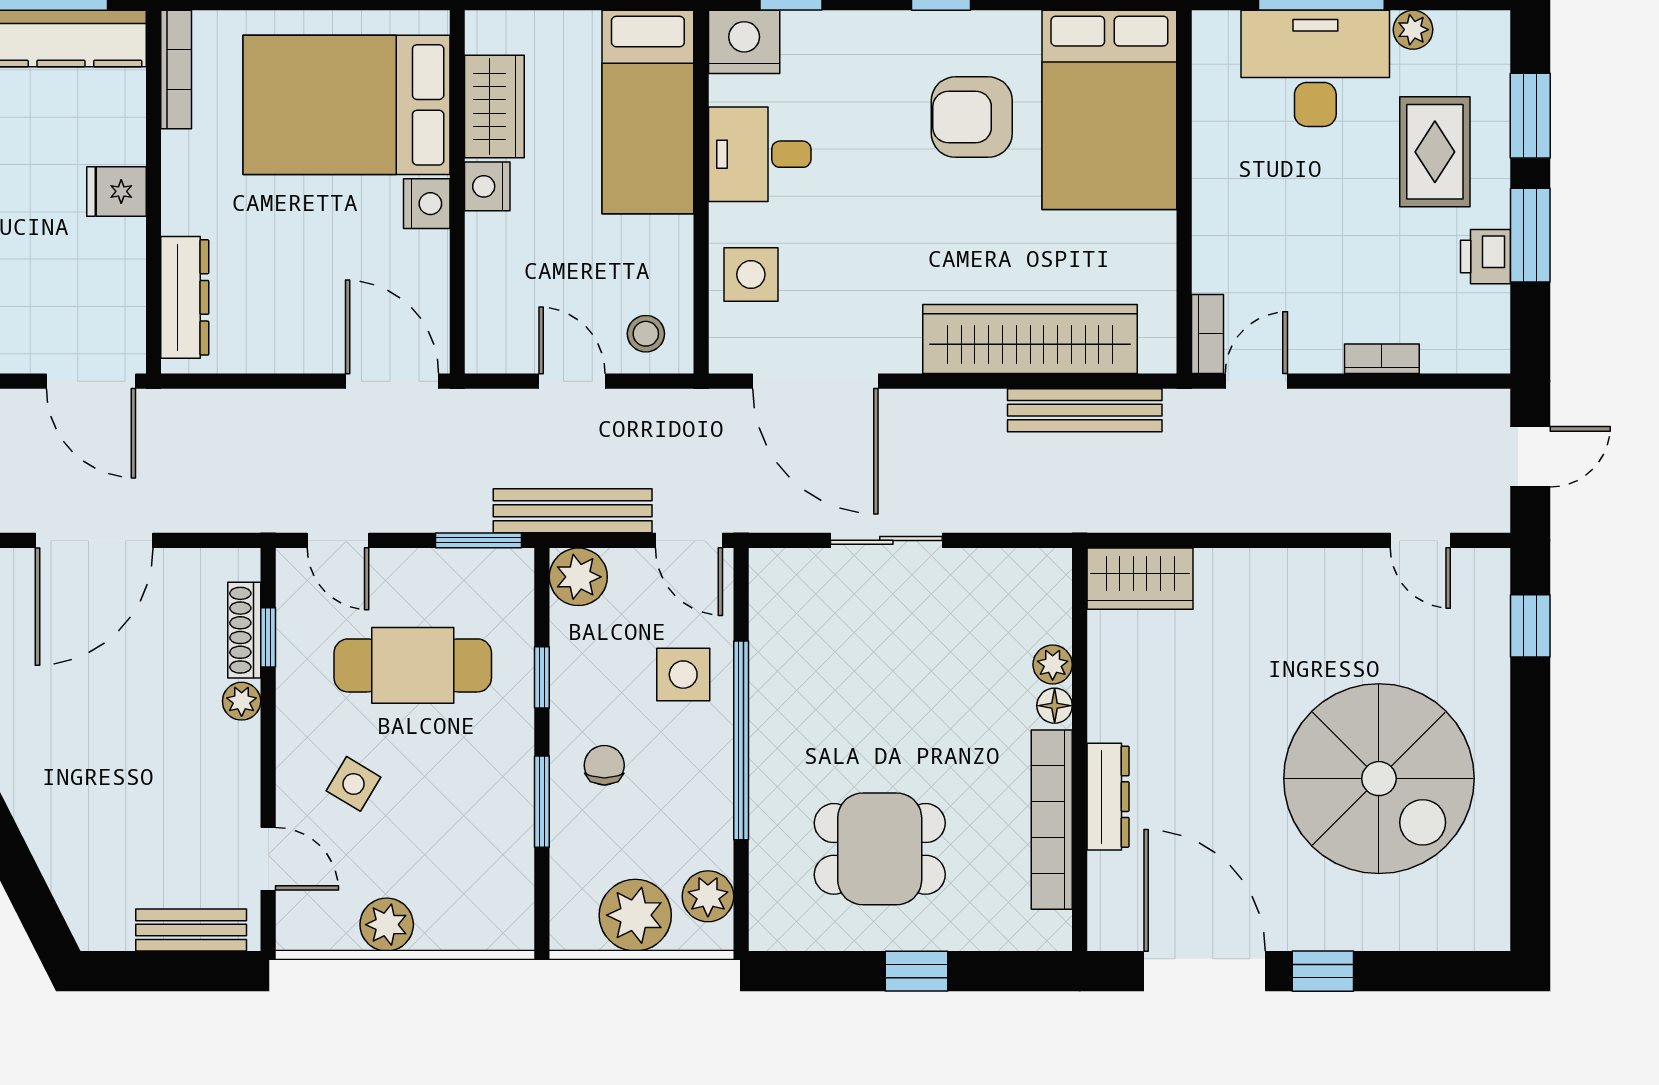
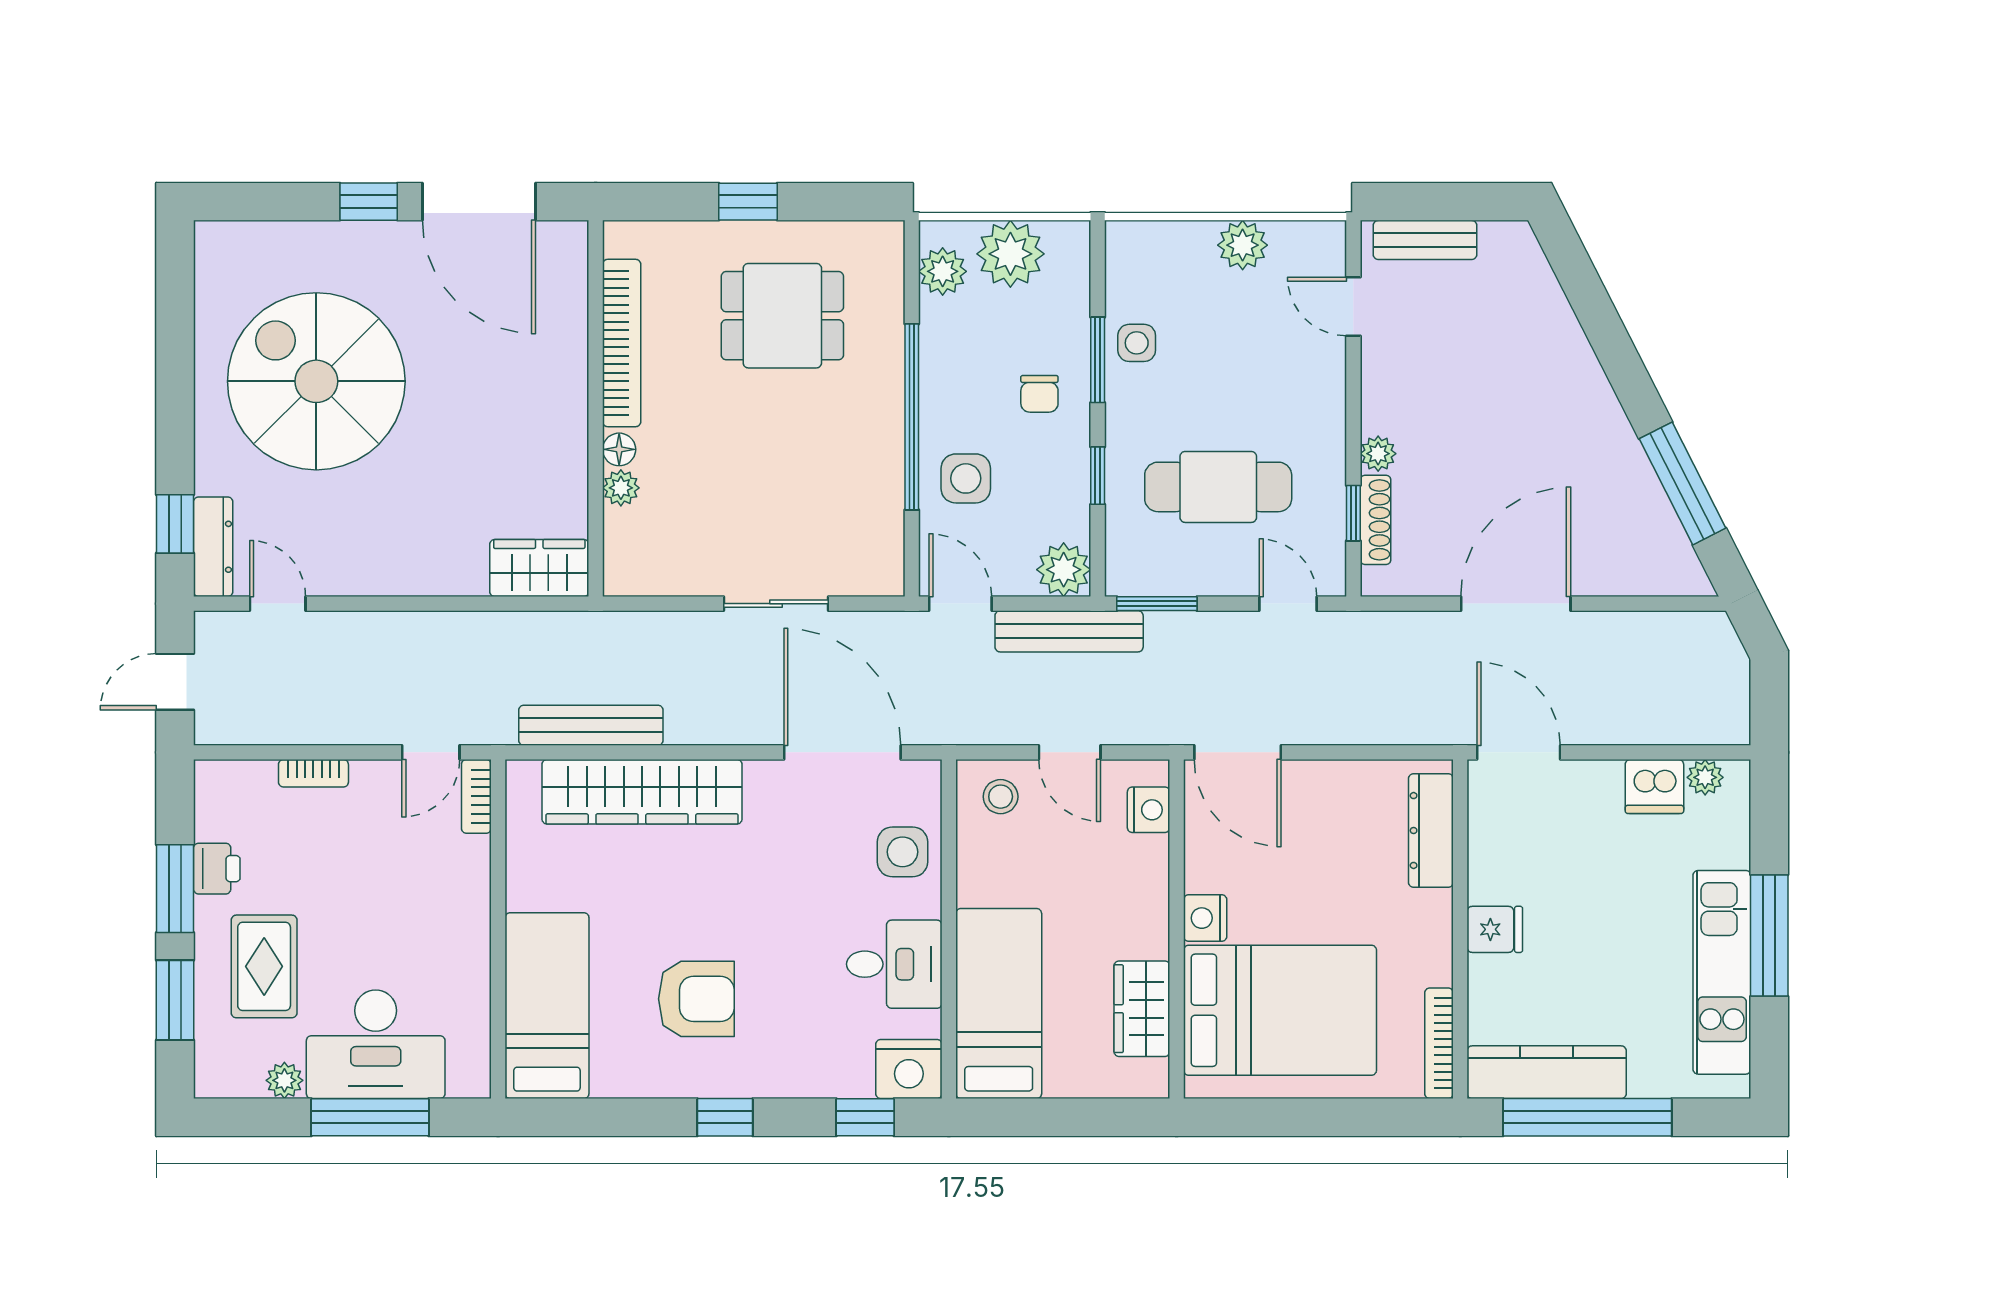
bed: (1109, 110) -> (547, 1006), width x0.67
nightstand: (487, 186) -> (1149, 810), moved
side table: (354, 784) -> (1137, 343), moved, turned -31
dresser: (1108, 797) -> (213, 547), moved, turned 180

